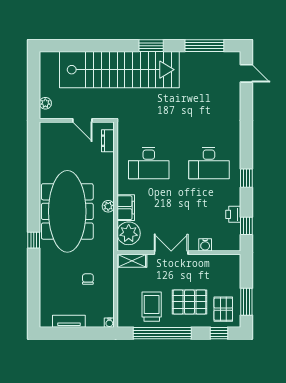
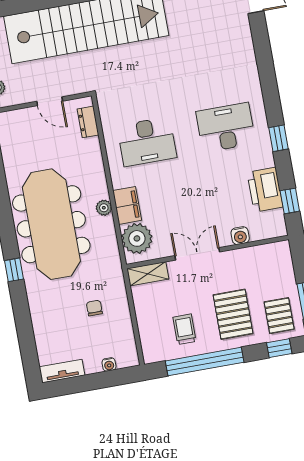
desk: (209, 163) -> (226, 127), turned 180
printer: (233, 214) -> (265, 190), width x1.87, depth x1.48
pallet: (189, 302) -> (233, 314), turned 90
trolley: (152, 307) -> (184, 329), width x0.73, depth x0.72
tv unit: (69, 321) -> (62, 371), moved
water cooler: (109, 323) -> (109, 364), moved

